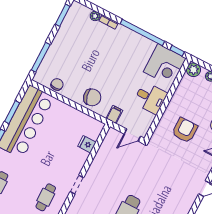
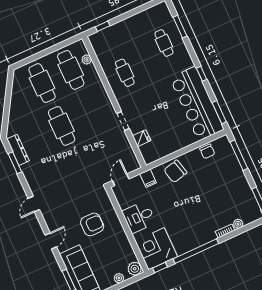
window: (12, 112) -> (219, 112), moved
armchair: (185, 130) -> (92, 224), turned -90
doorway: (77, 185) -> (123, 121), moved

